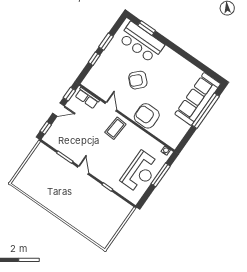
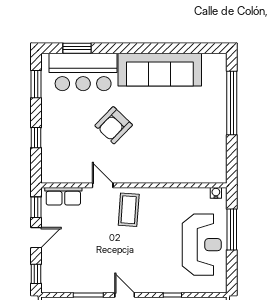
window: (106, 42) -> (36, 84), moved
sofa: (198, 99) -> (160, 70), moved, turned -90
armchair: (147, 116) -> (159, 164), removed

